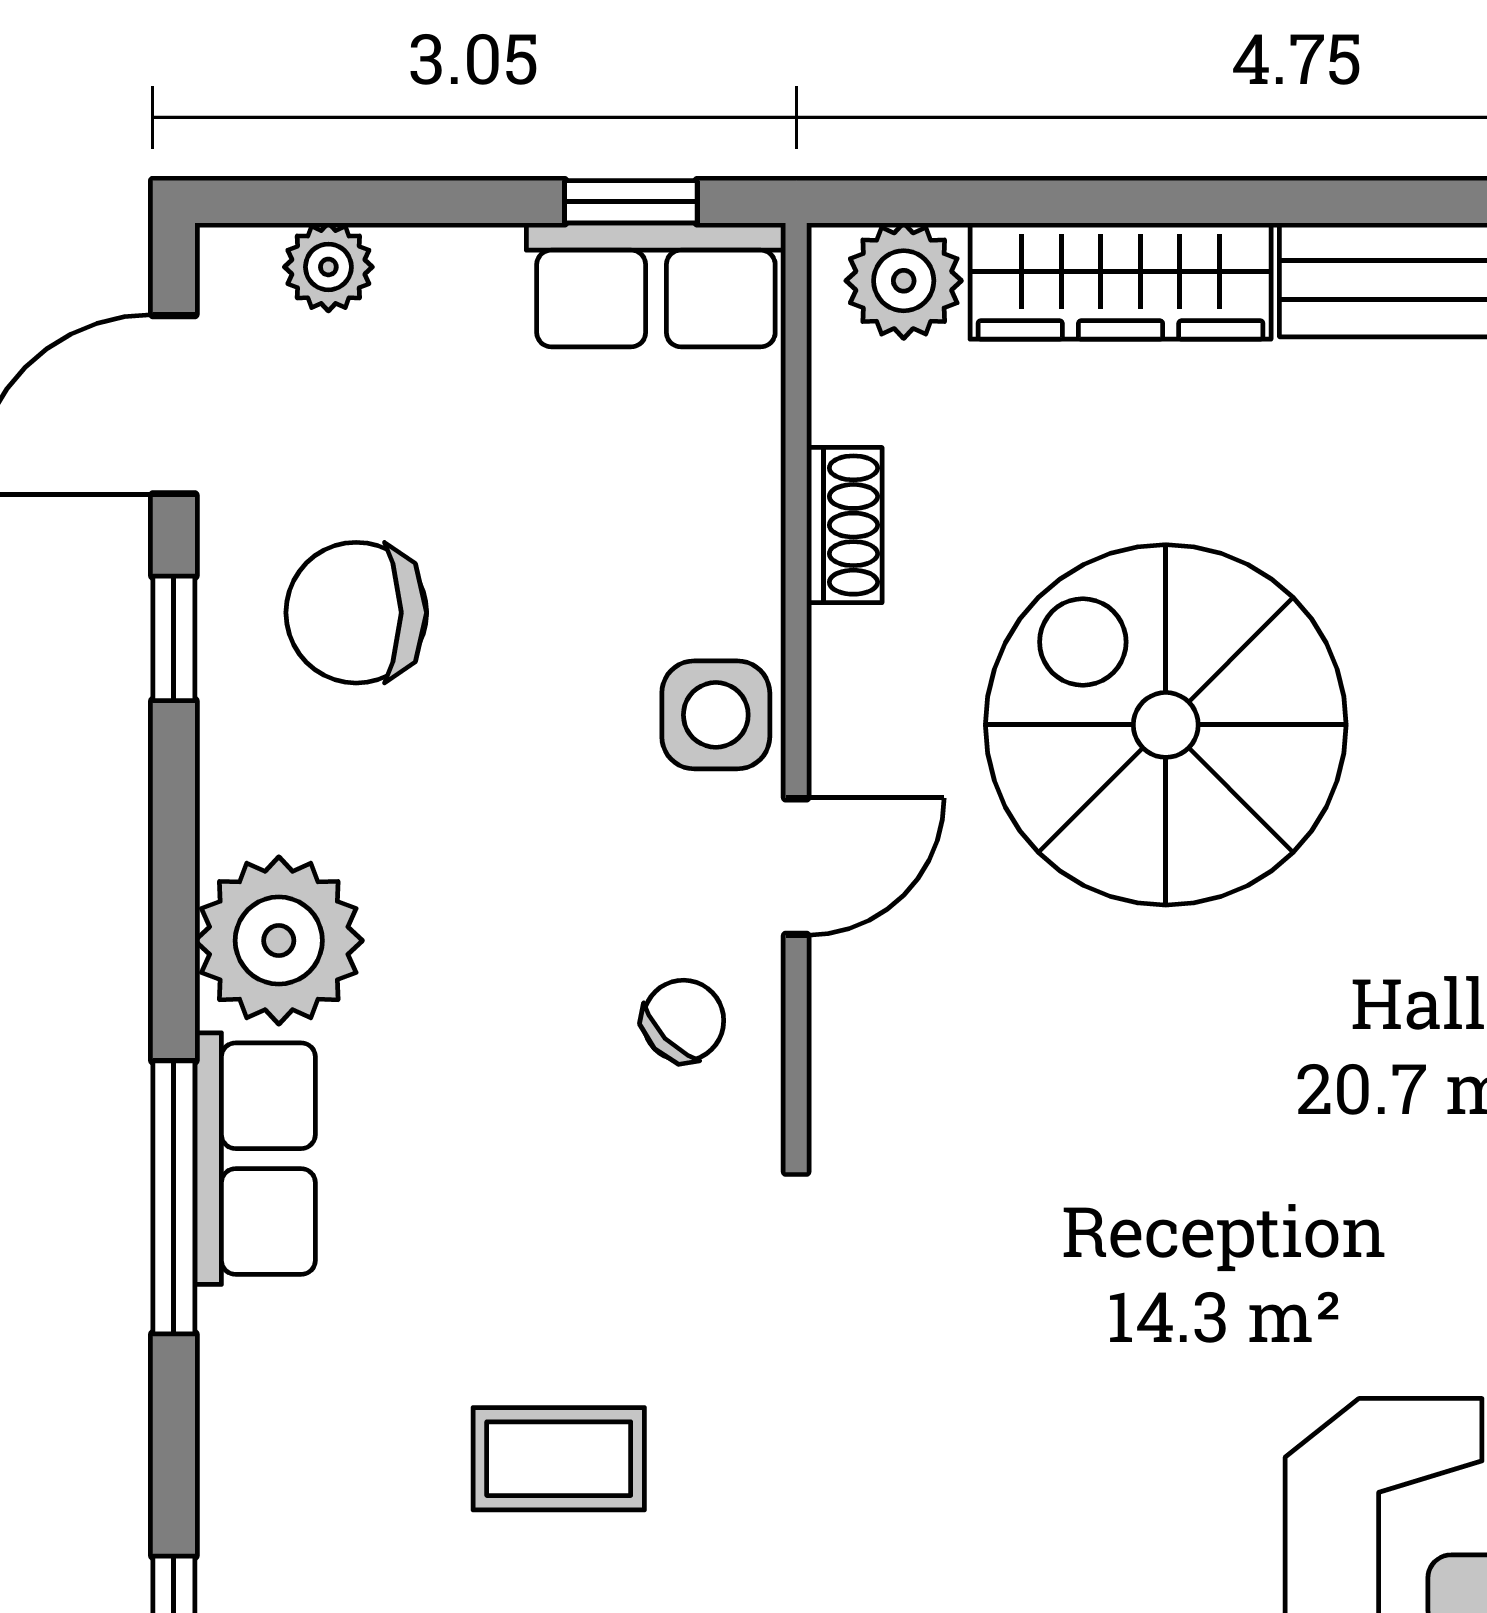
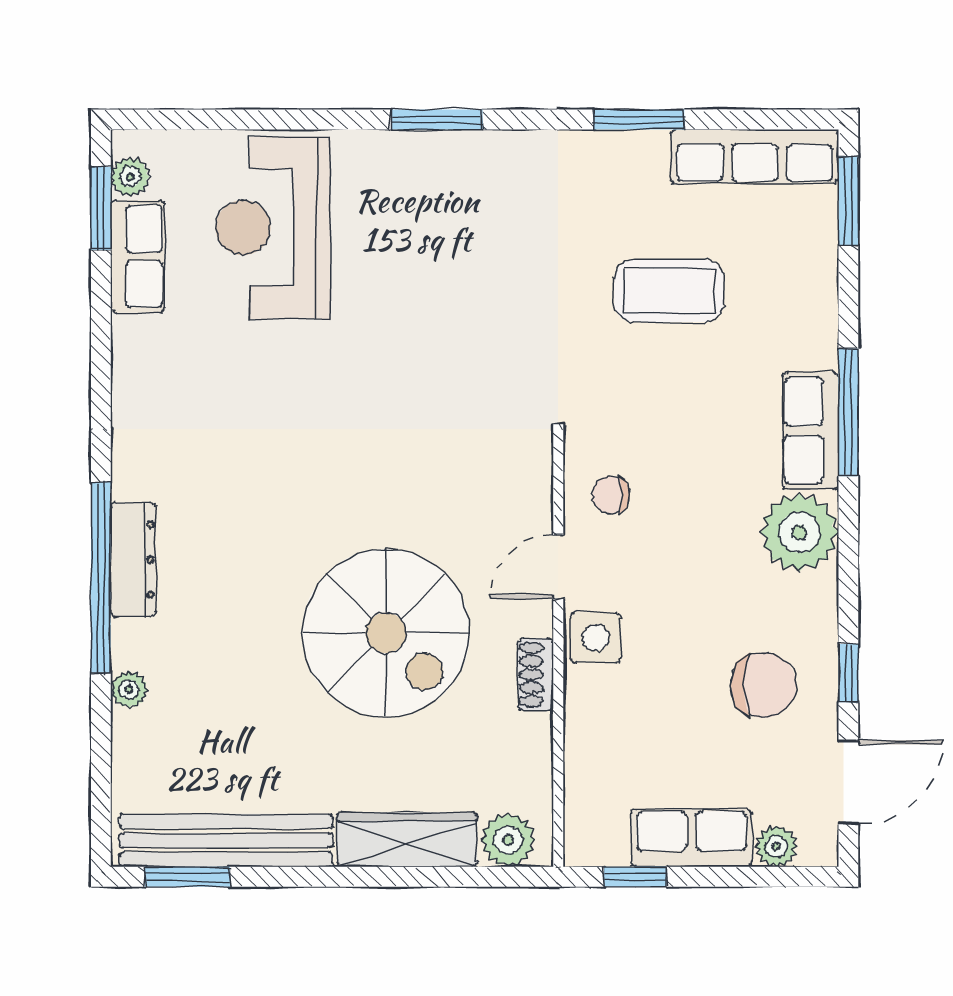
row of seats: (656, 285) -> (691, 838), moved
shoe rack: (844, 525) -> (536, 675), moved
chair: (683, 1021) -> (611, 495), turned 44
coffee table: (559, 1459) -> (669, 291), width x1.36, depth x1.30

